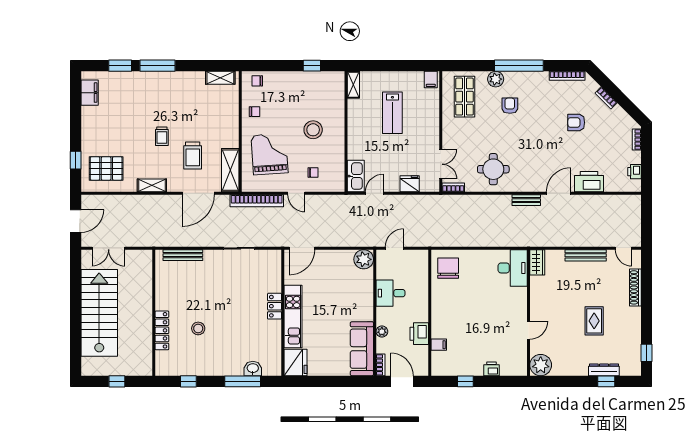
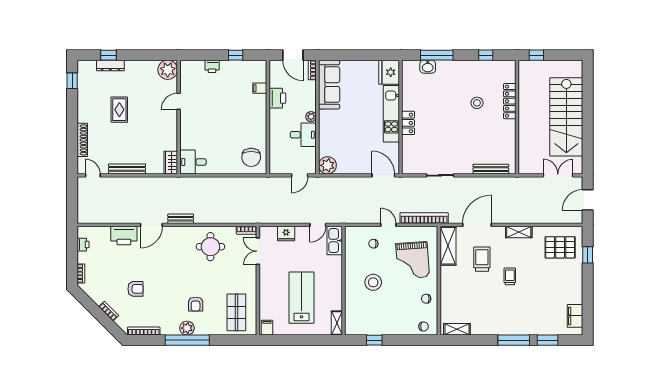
plant: (496, 79) -> (187, 328), moved
lab bench: (392, 113) -> (302, 298), width x1.36, depth x1.39
door: (302, 248) -> (383, 175), hinge flipped
desk: (513, 268) -> (193, 162), width x0.73
plant: (382, 332) -> (311, 117), moved
window: (117, 381) -> (536, 55), moved

